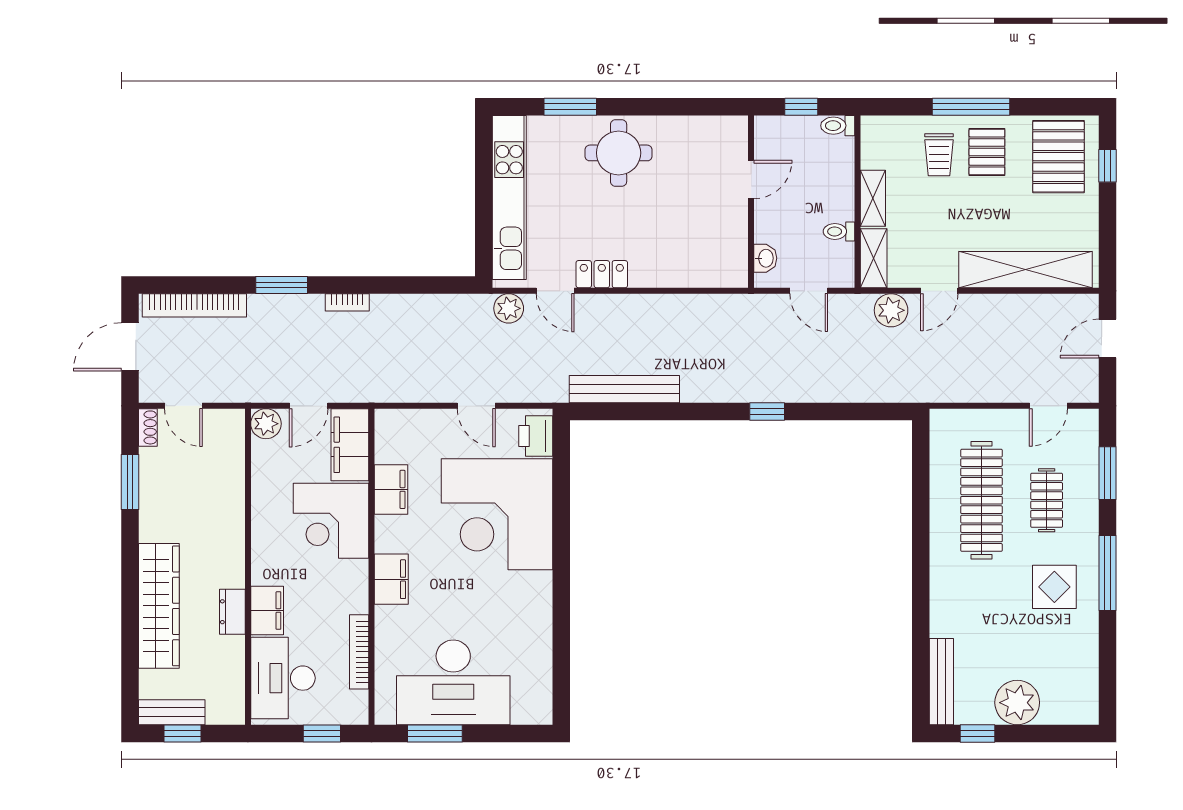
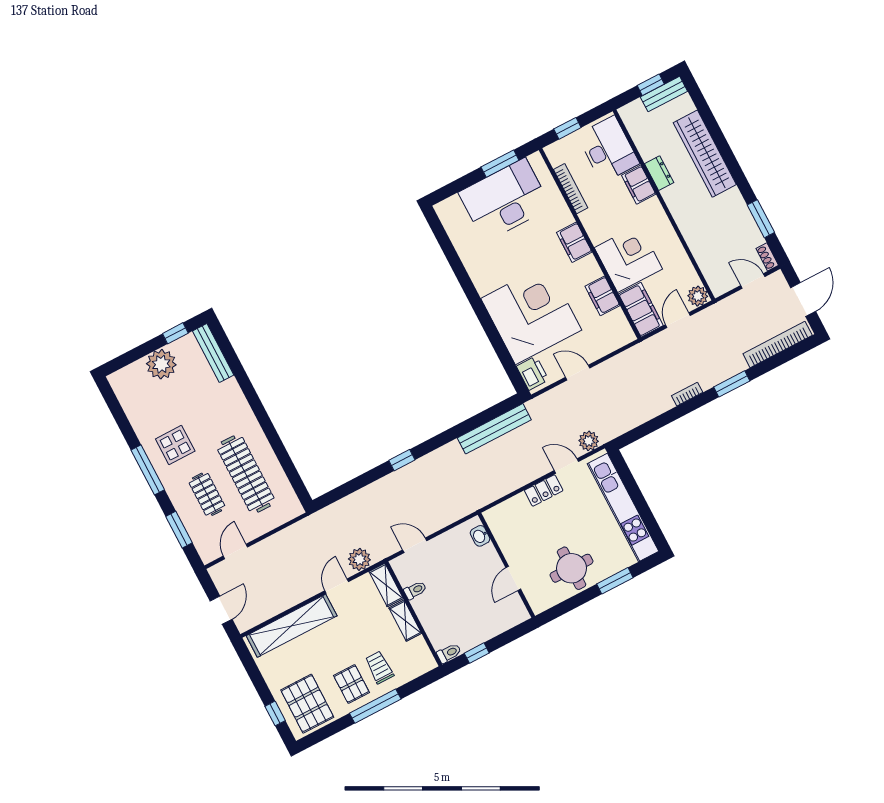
door: (751, 180) -> (513, 578), moved
wall: (751, 202) -> (506, 565), moved
washbasin: (765, 258) -> (480, 536), moved

